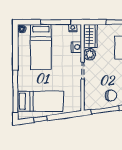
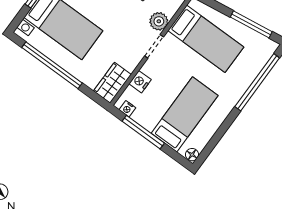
plant: (90, 54) -> (159, 21), moved
bed: (40, 101) -> (206, 39), moved, turned 180
window: (40, 119) -> (251, 24), width x2.17

